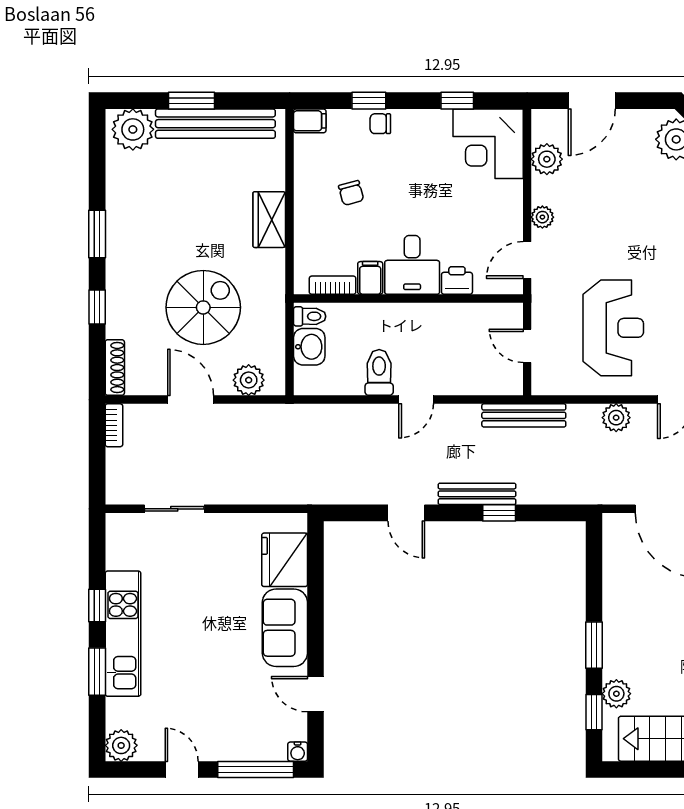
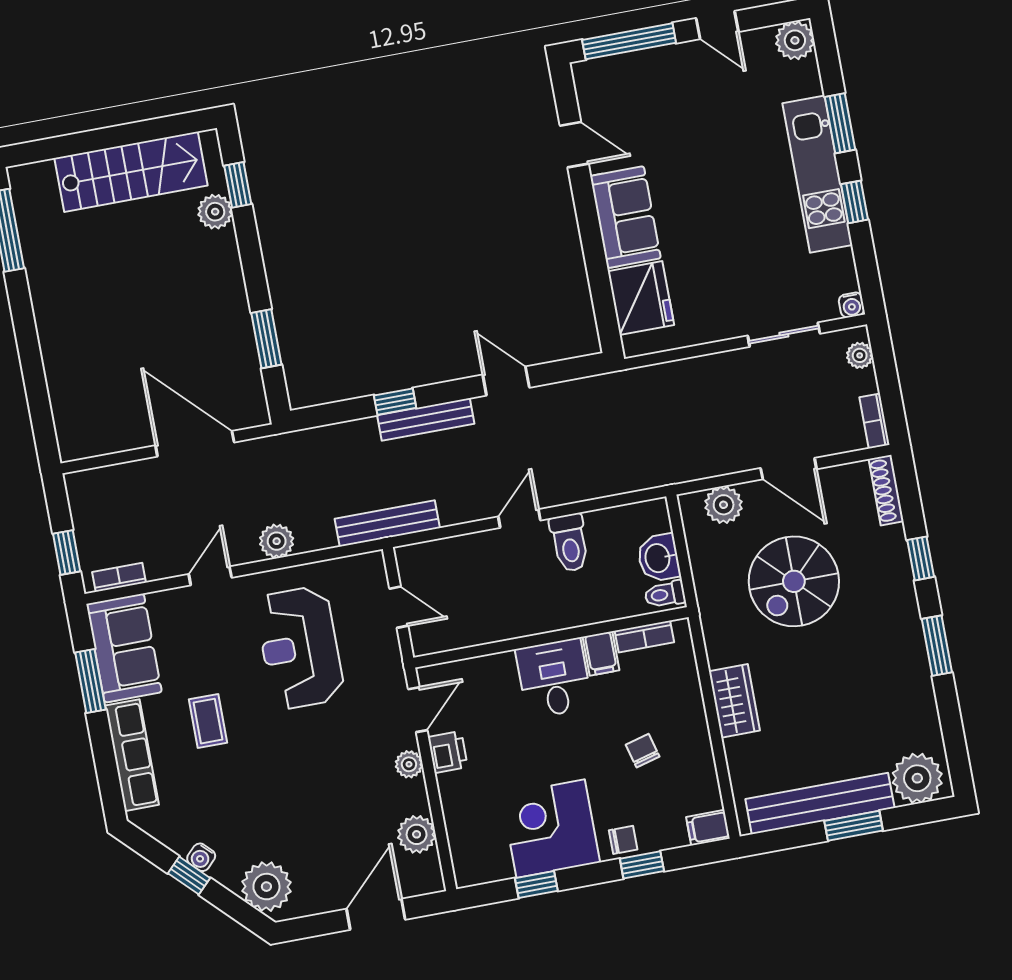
corner desk: (488, 144) -> (551, 829), moved, turned -90
printer: (457, 281) -> (448, 752), moved, turned -90
plant: (116, 481) -> (860, 355), added
window: (594, 645) -> (266, 339), moved
water cooler: (298, 752) -> (852, 305), moved, turned 180

